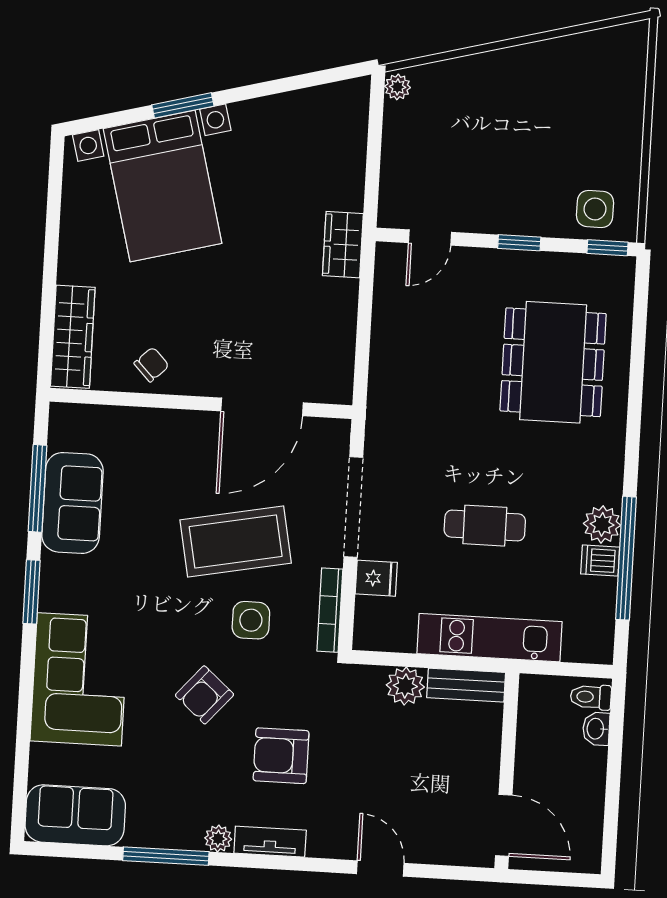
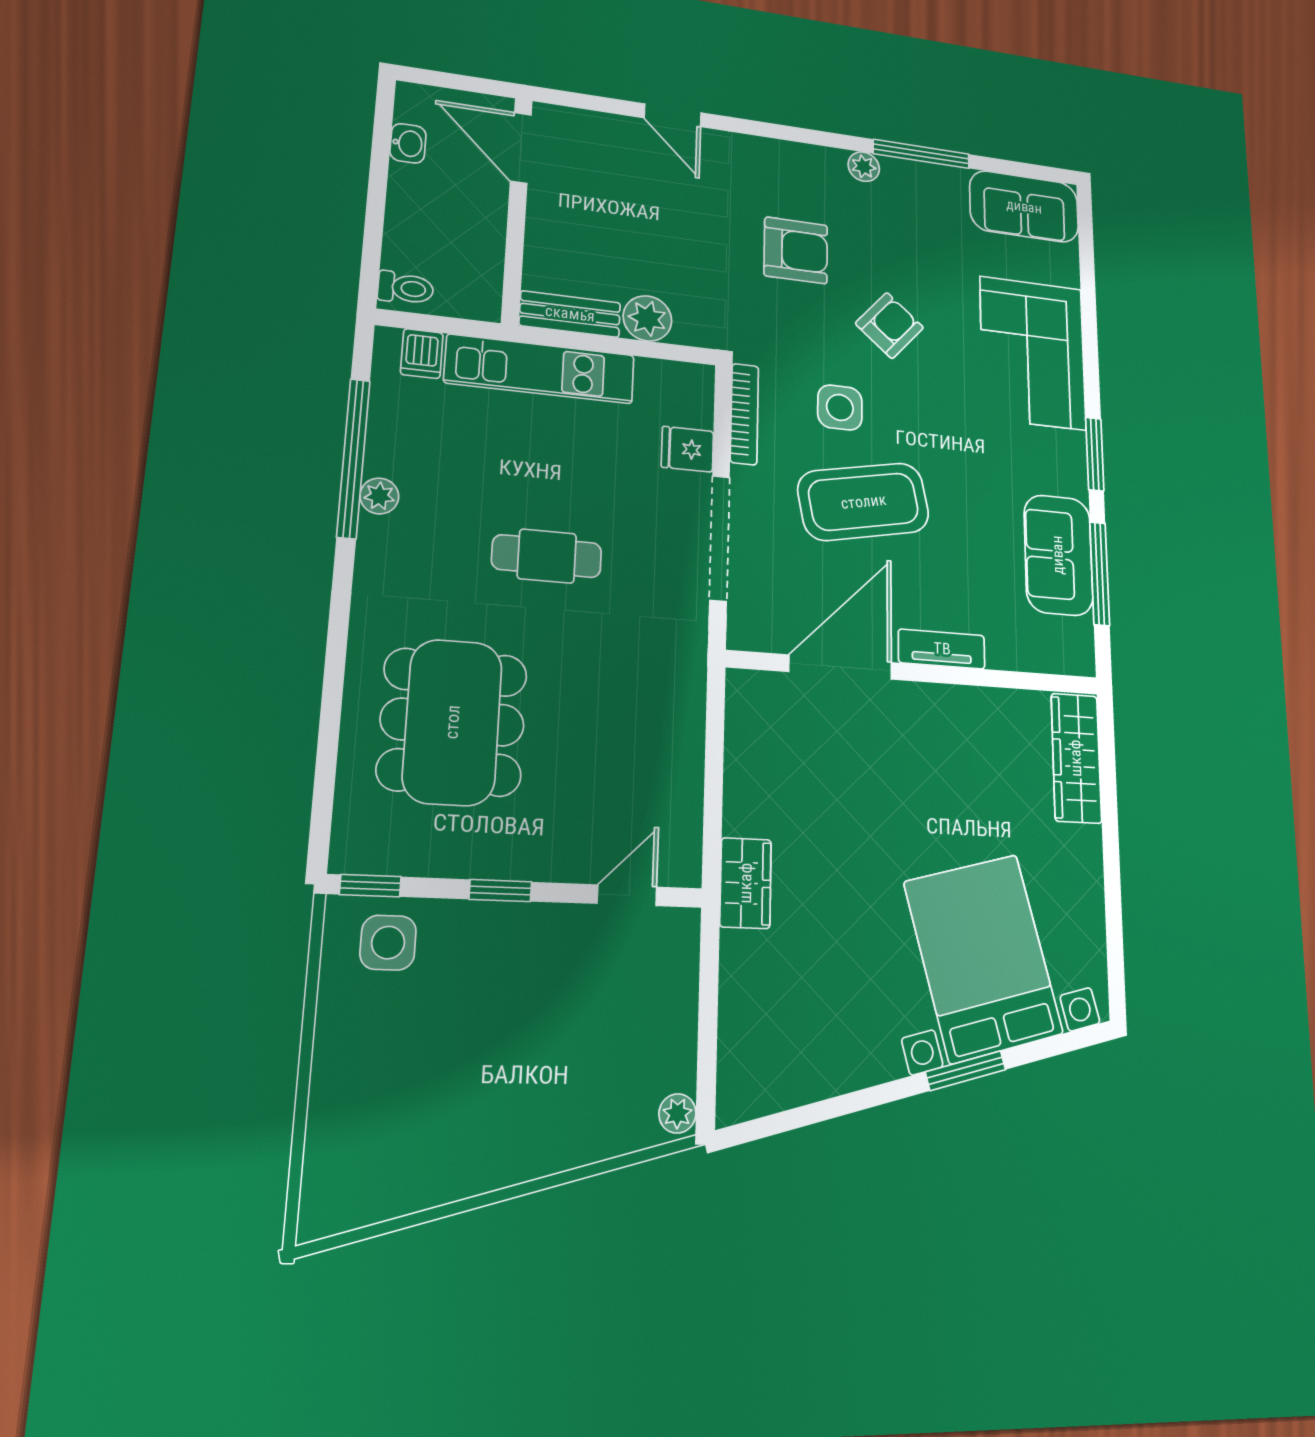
chair: (152, 365) -> (980, 723), removed
plant: (602, 524) -> (379, 496), width x0.73, depth x0.73
cafe table: (485, 526) -> (547, 556), moved
dishwasher: (600, 561) -> (422, 354), moved, turned 90
washbasin: (596, 729) -> (408, 143), moved
tv unit: (270, 842) -> (942, 649), moved, turned 180

